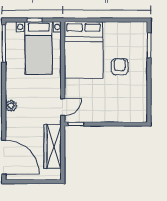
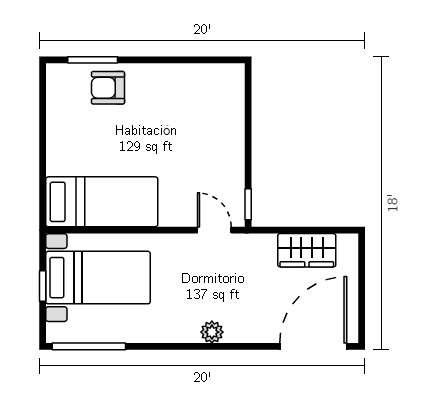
bed: (83, 50) -> (102, 202), width x0.67
armchair: (120, 67) -> (108, 88), moved
wardrobe: (53, 146) -> (307, 250), width x0.67

